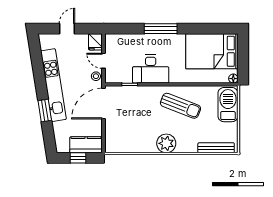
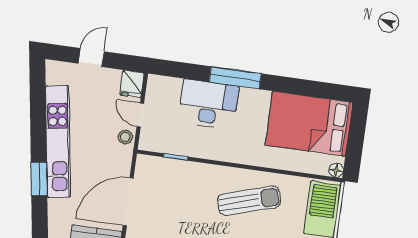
desk: (151, 69) -> (208, 104), moved, turned 180
door: (104, 104) -> (128, 202), moved
sun lounger: (180, 106) -> (249, 201), turned -38

